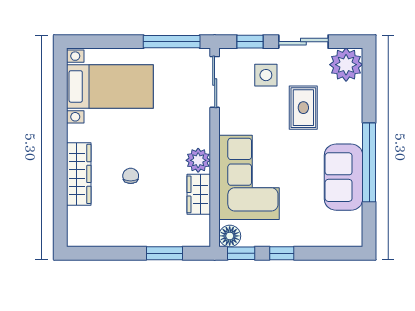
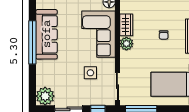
side table: (266, 75) -> (90, 73), moved
rug: (303, 108) -> (69, 73), removed
sofa: (344, 177) -> (47, 34), width x1.36

